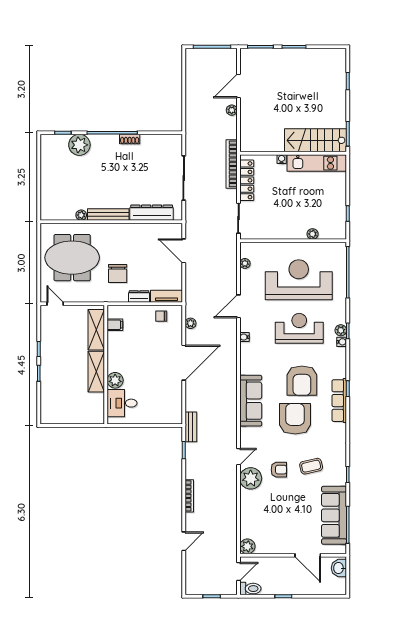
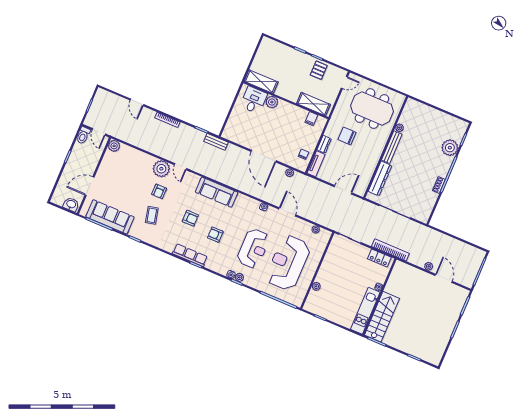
locker: (247, 180) -> (379, 258), width x0.66
meeting table: (72, 258) -> (372, 109), turned 90
reception desk: (299, 280) -> (288, 263), turned 180
pallet: (53, 341) -> (319, 70), added
shelving: (96, 372) -> (261, 82), moved
armchair: (302, 381) -> (215, 235), width x0.53, depth x0.53
armchair: (295, 419) -> (190, 218), width x0.53, depth x0.53

